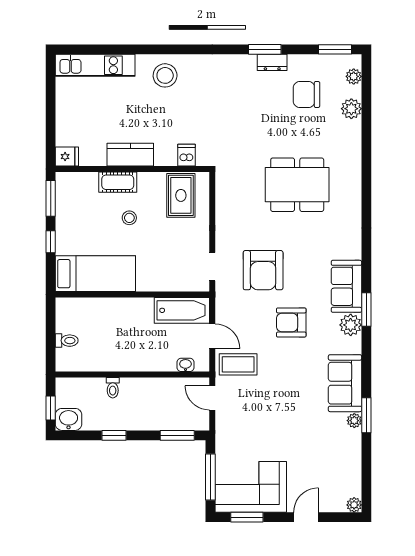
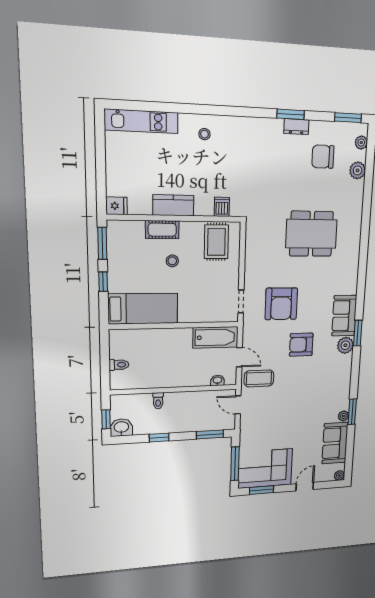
stool: (165, 75) -> (204, 134), width x0.53, depth x0.53
sofa: (345, 383) -> (335, 443), moved

